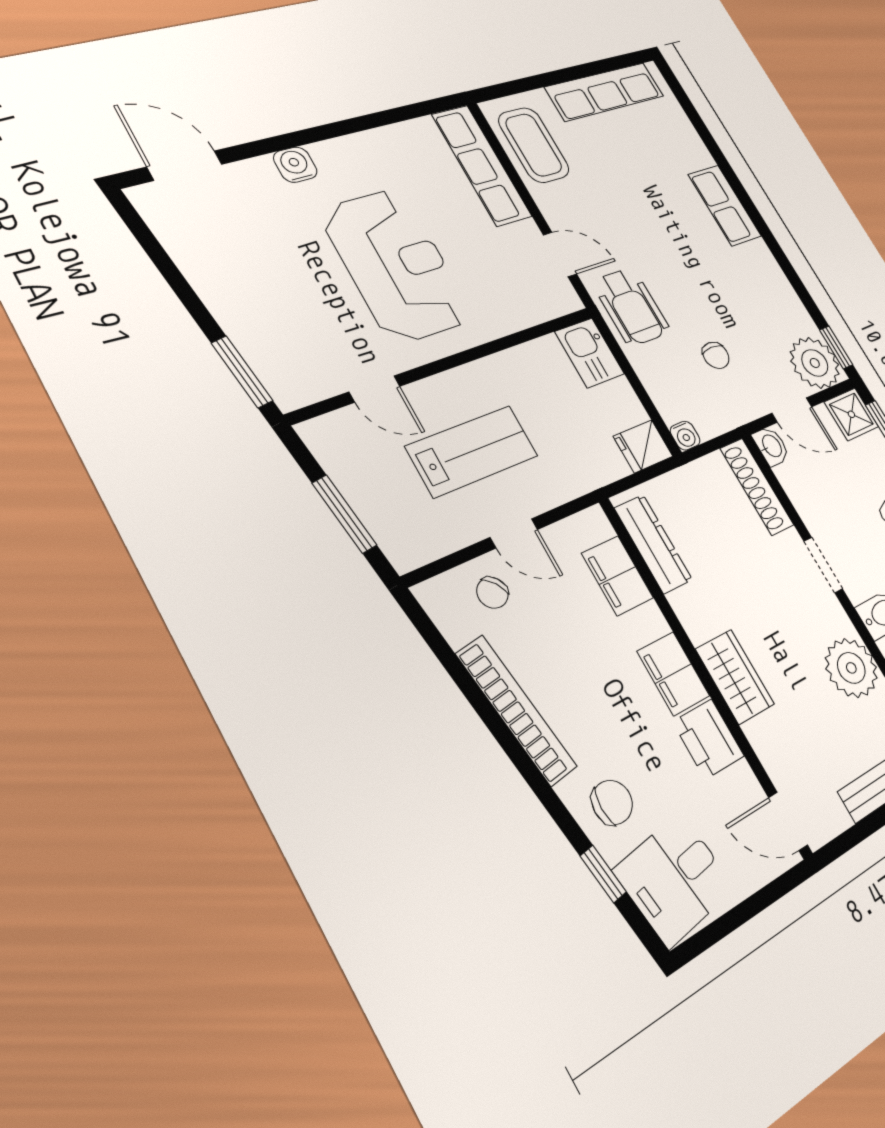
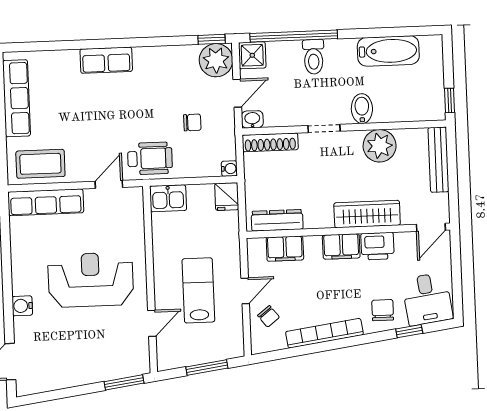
wardrobe: (735, 677) -> (367, 214), width x1.50

